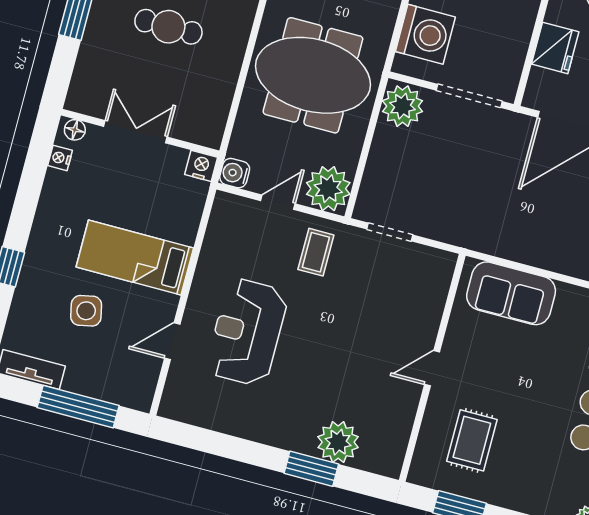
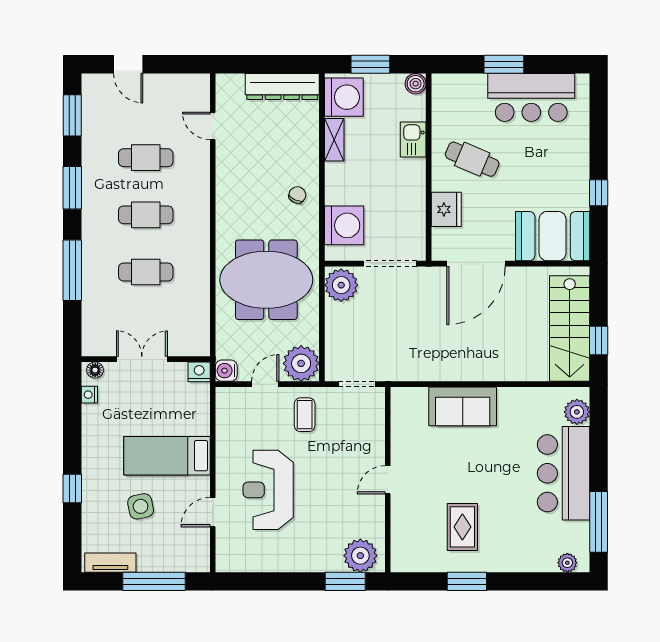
door: (432, 368) -> (388, 480), moved
wall: (432, 368) -> (388, 480), moved

